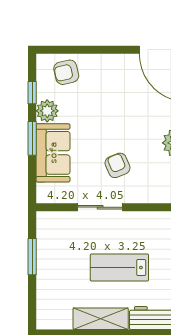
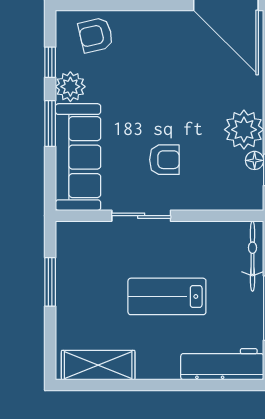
sofa: (53, 153) -> (78, 157), width x1.36
armchair: (117, 165) -> (164, 160), turned 113
shelving: (101, 319) -> (98, 365), moved

